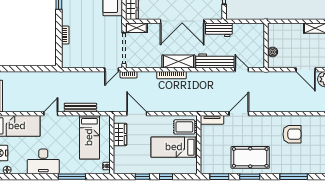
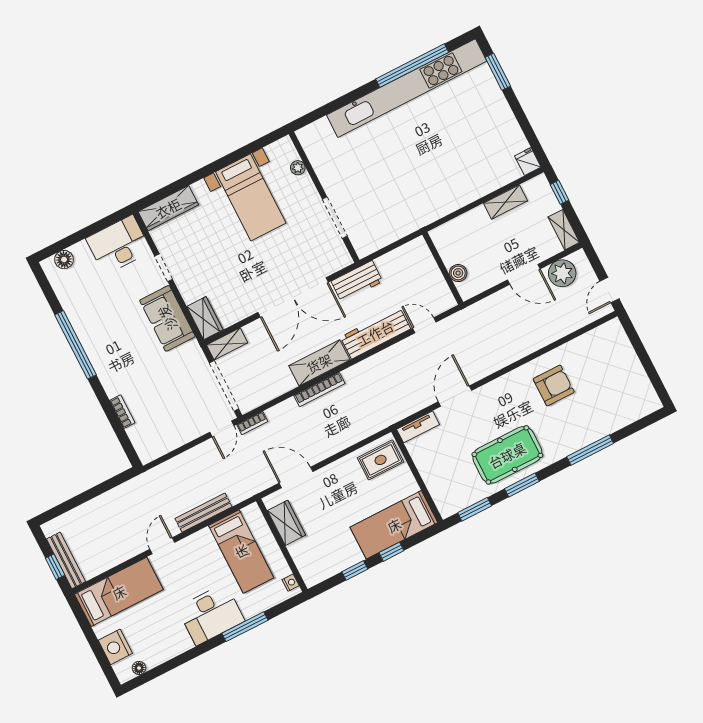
bed: (174, 147) -> (394, 525), moved
desk: (43, 161) -> (211, 614), moved

